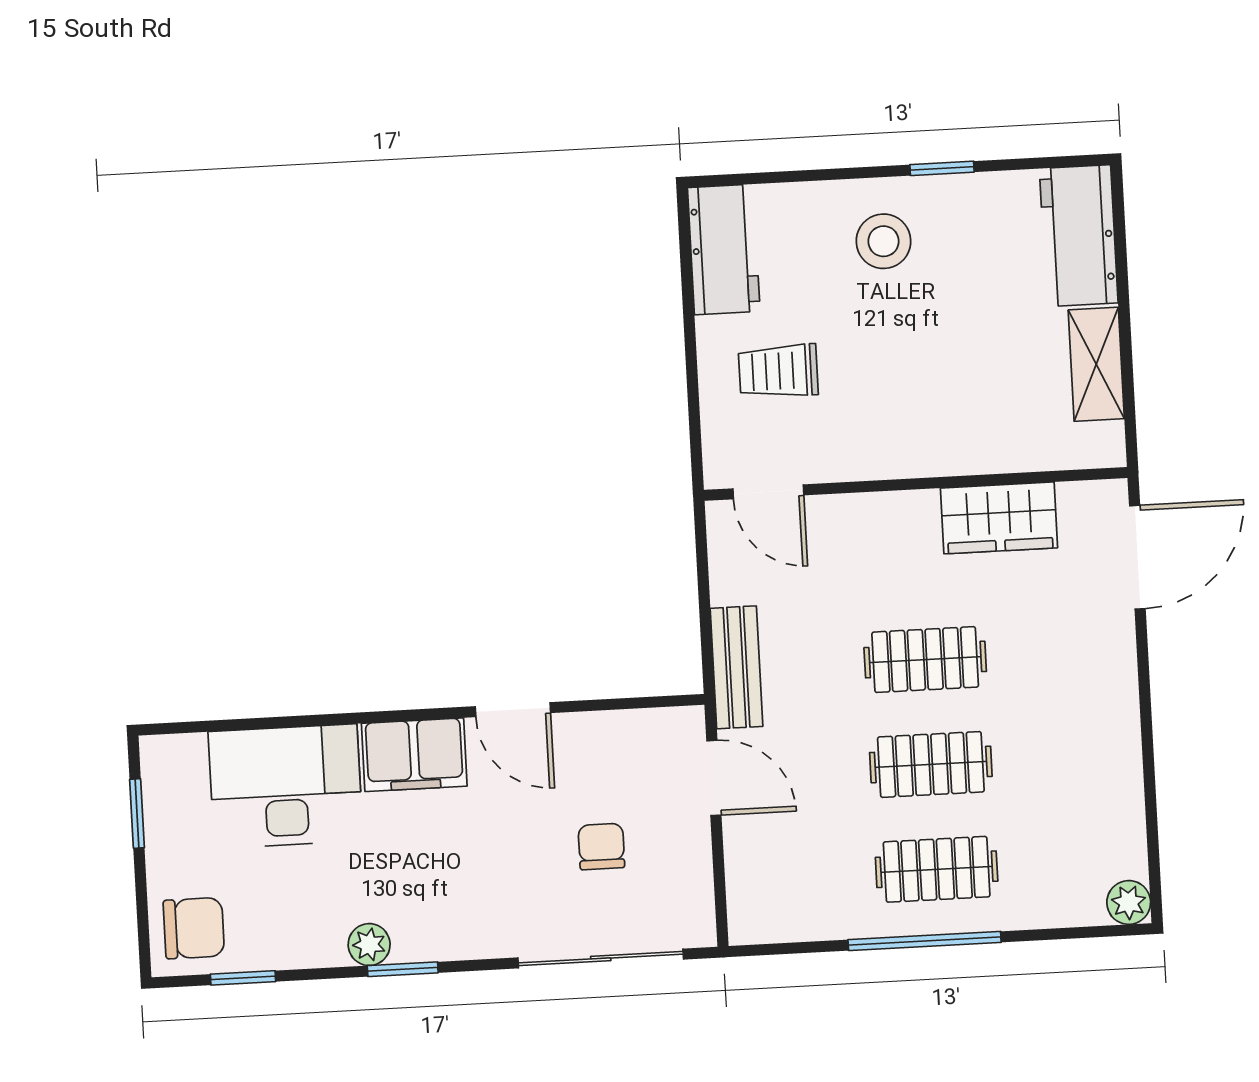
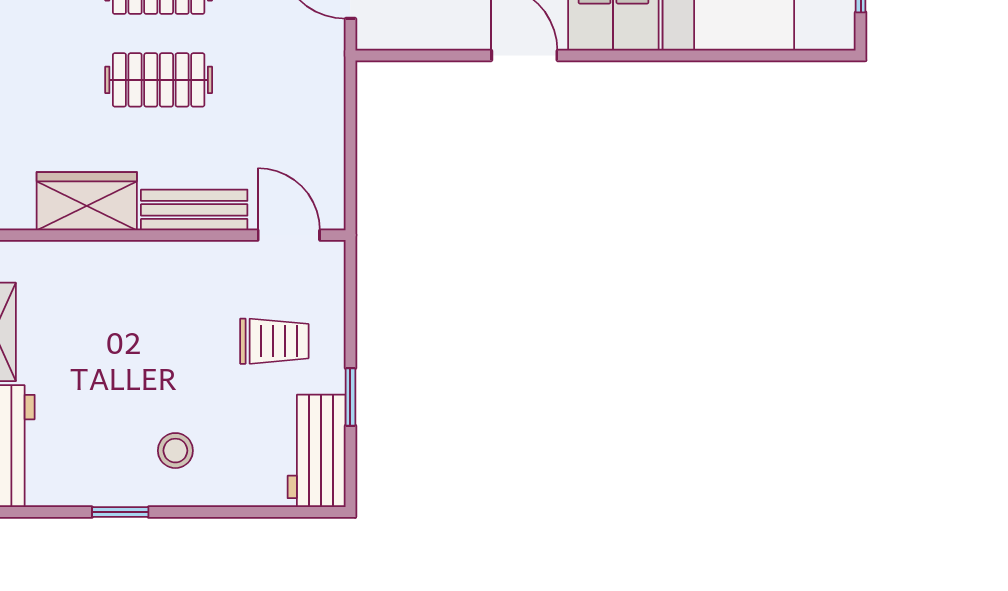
stool: (883, 241) -> (175, 451), width x0.73, depth x0.73
window: (689, 313) -> (350, 397), added
bench: (736, 667) -> (194, 210), moved, turned 90

